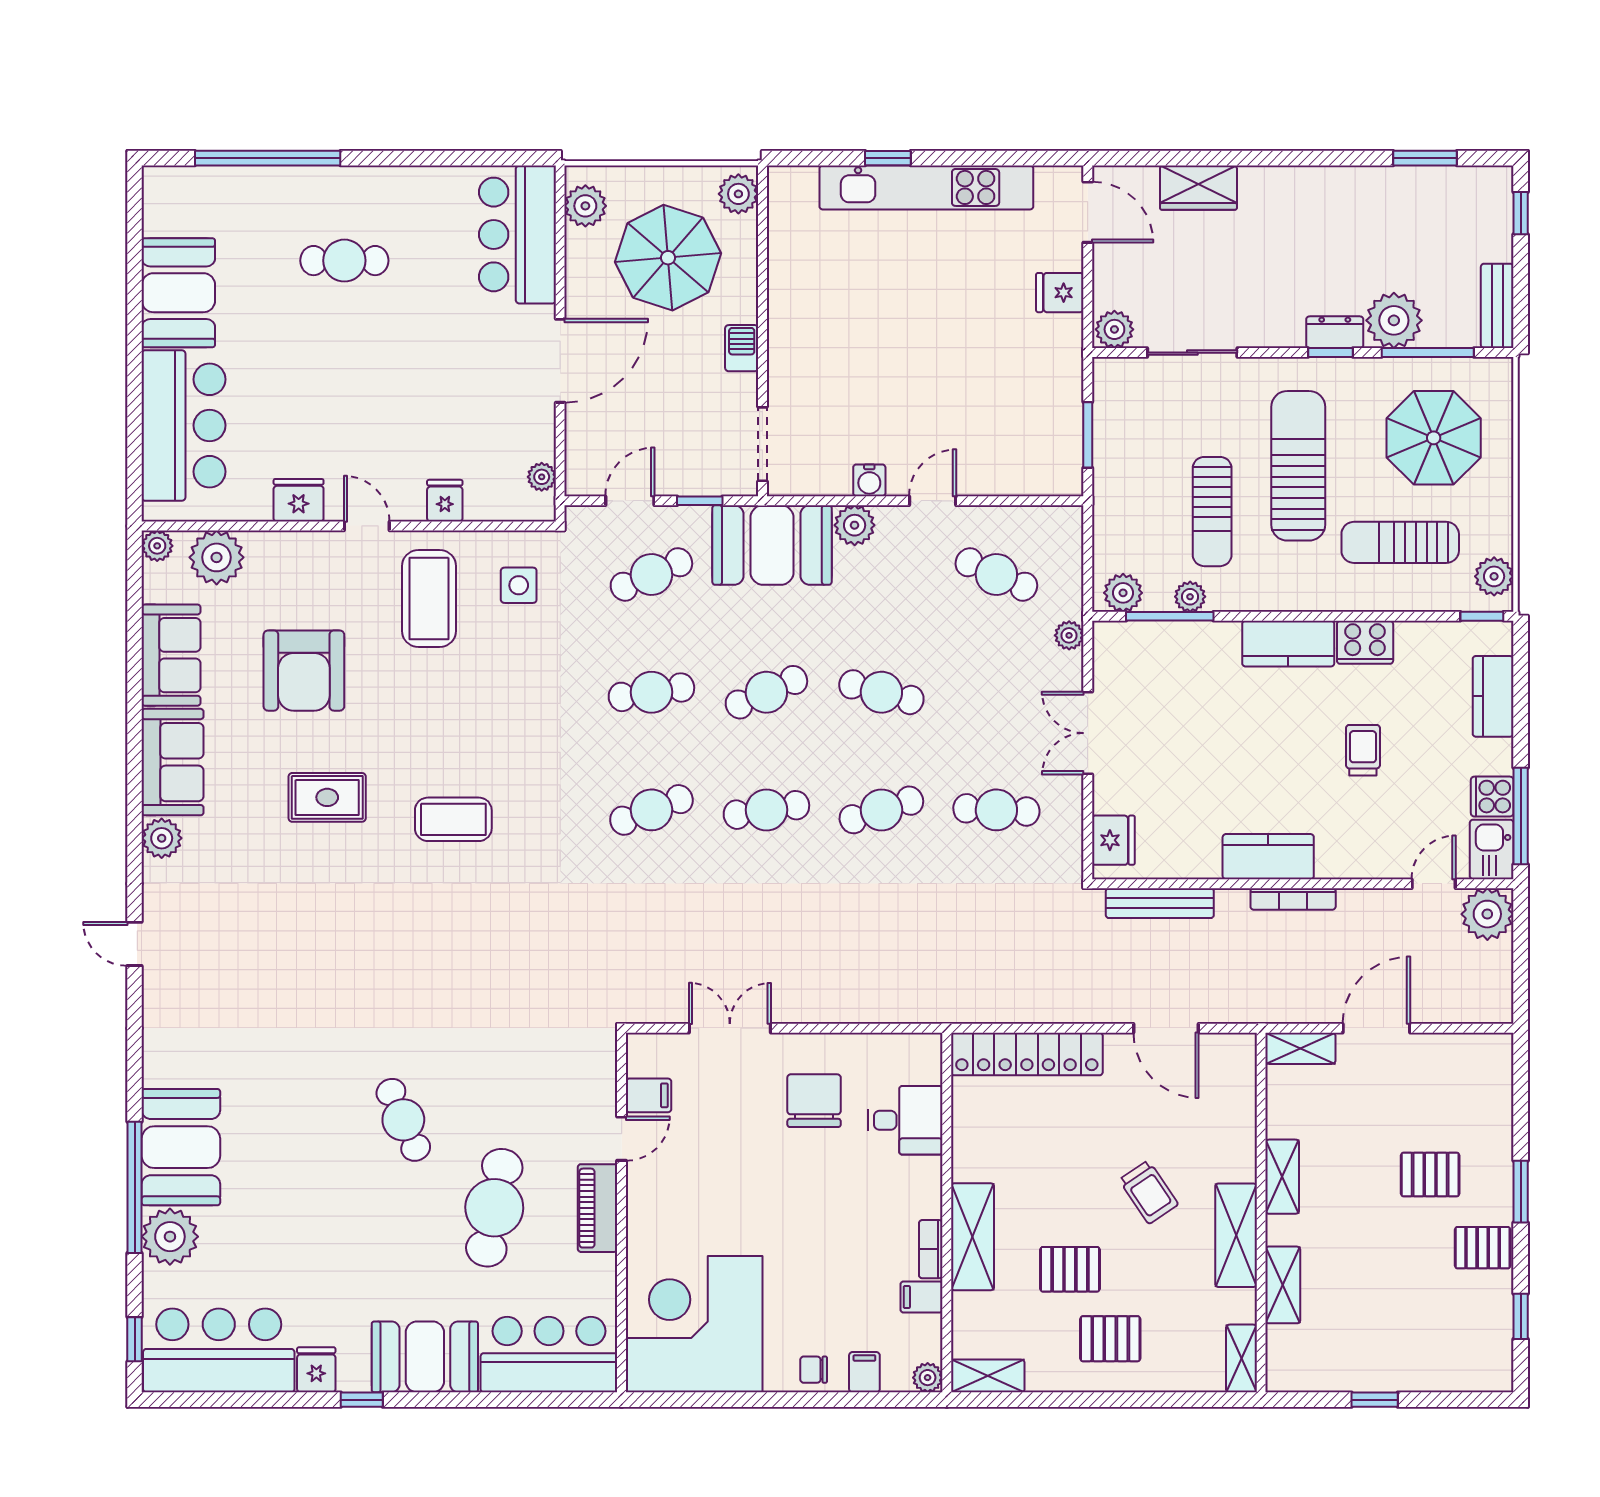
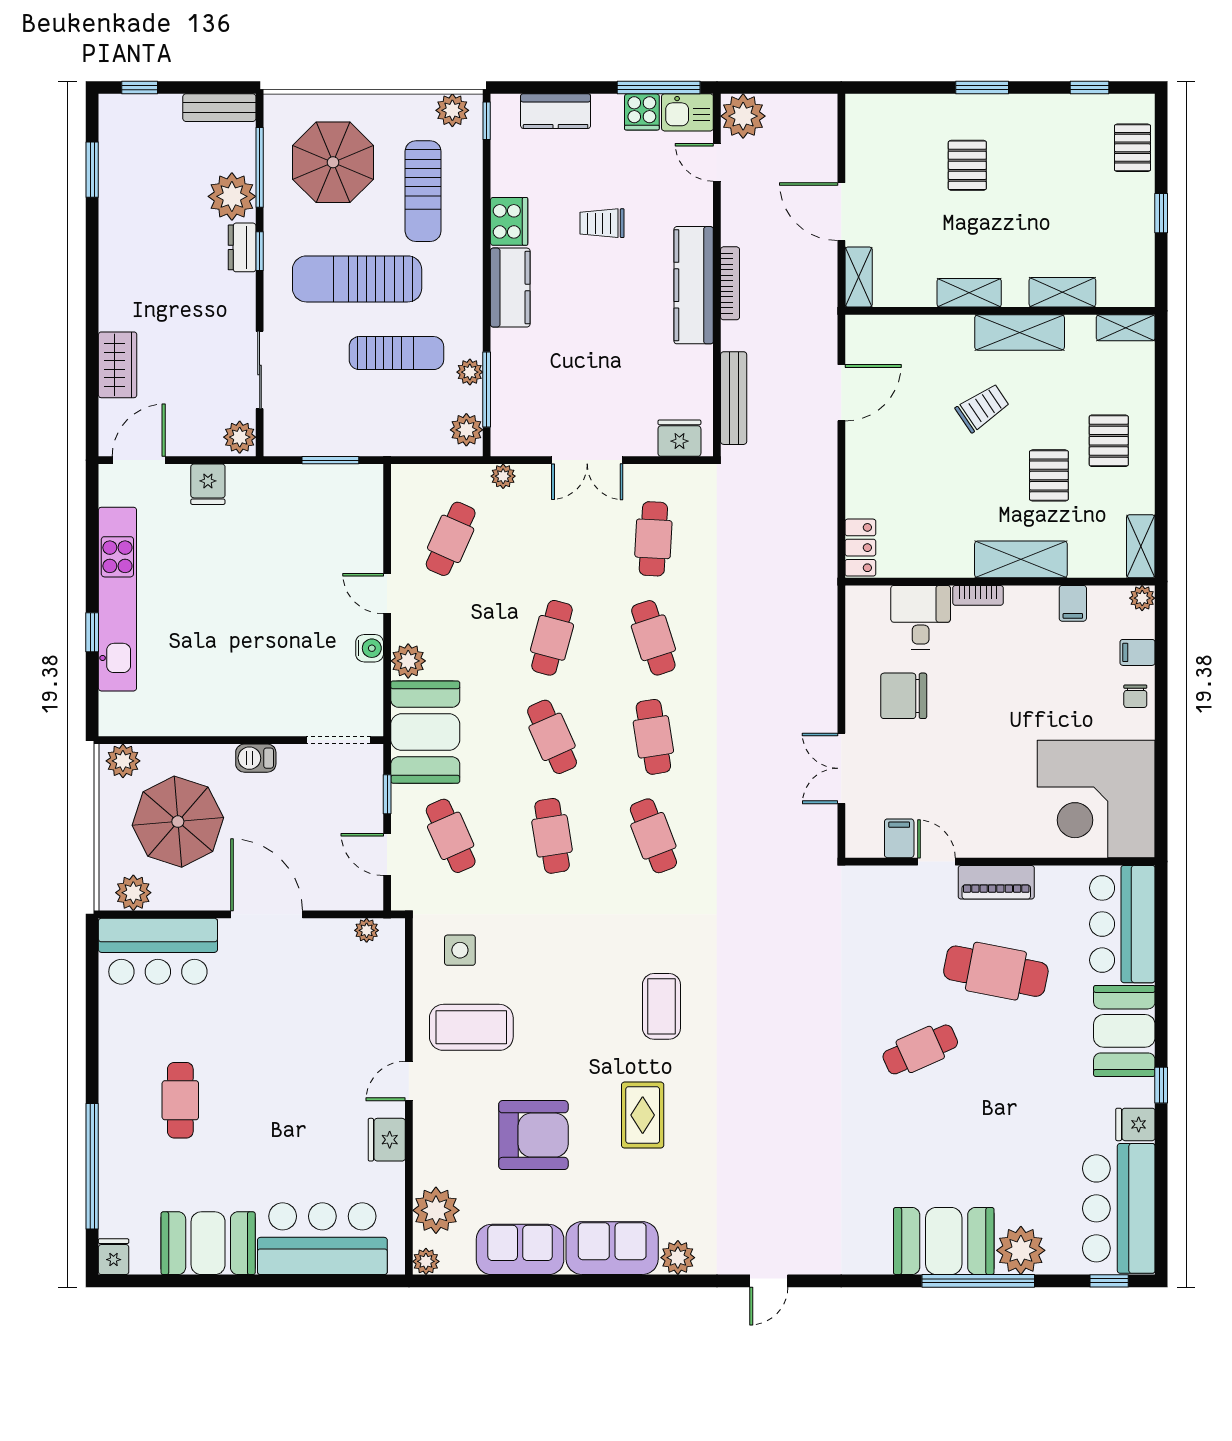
fridge: (445, 501) -> (114, 1257), moved, turned 90
kitchen counter: (1268, 857) -> (694, 285), width x1.50
locker: (1027, 1054) -> (860, 548), width x0.46, depth x0.83
pallet: (1483, 1248) -> (1132, 148), moved
bookcase: (931, 1249) -> (978, 595), moved

